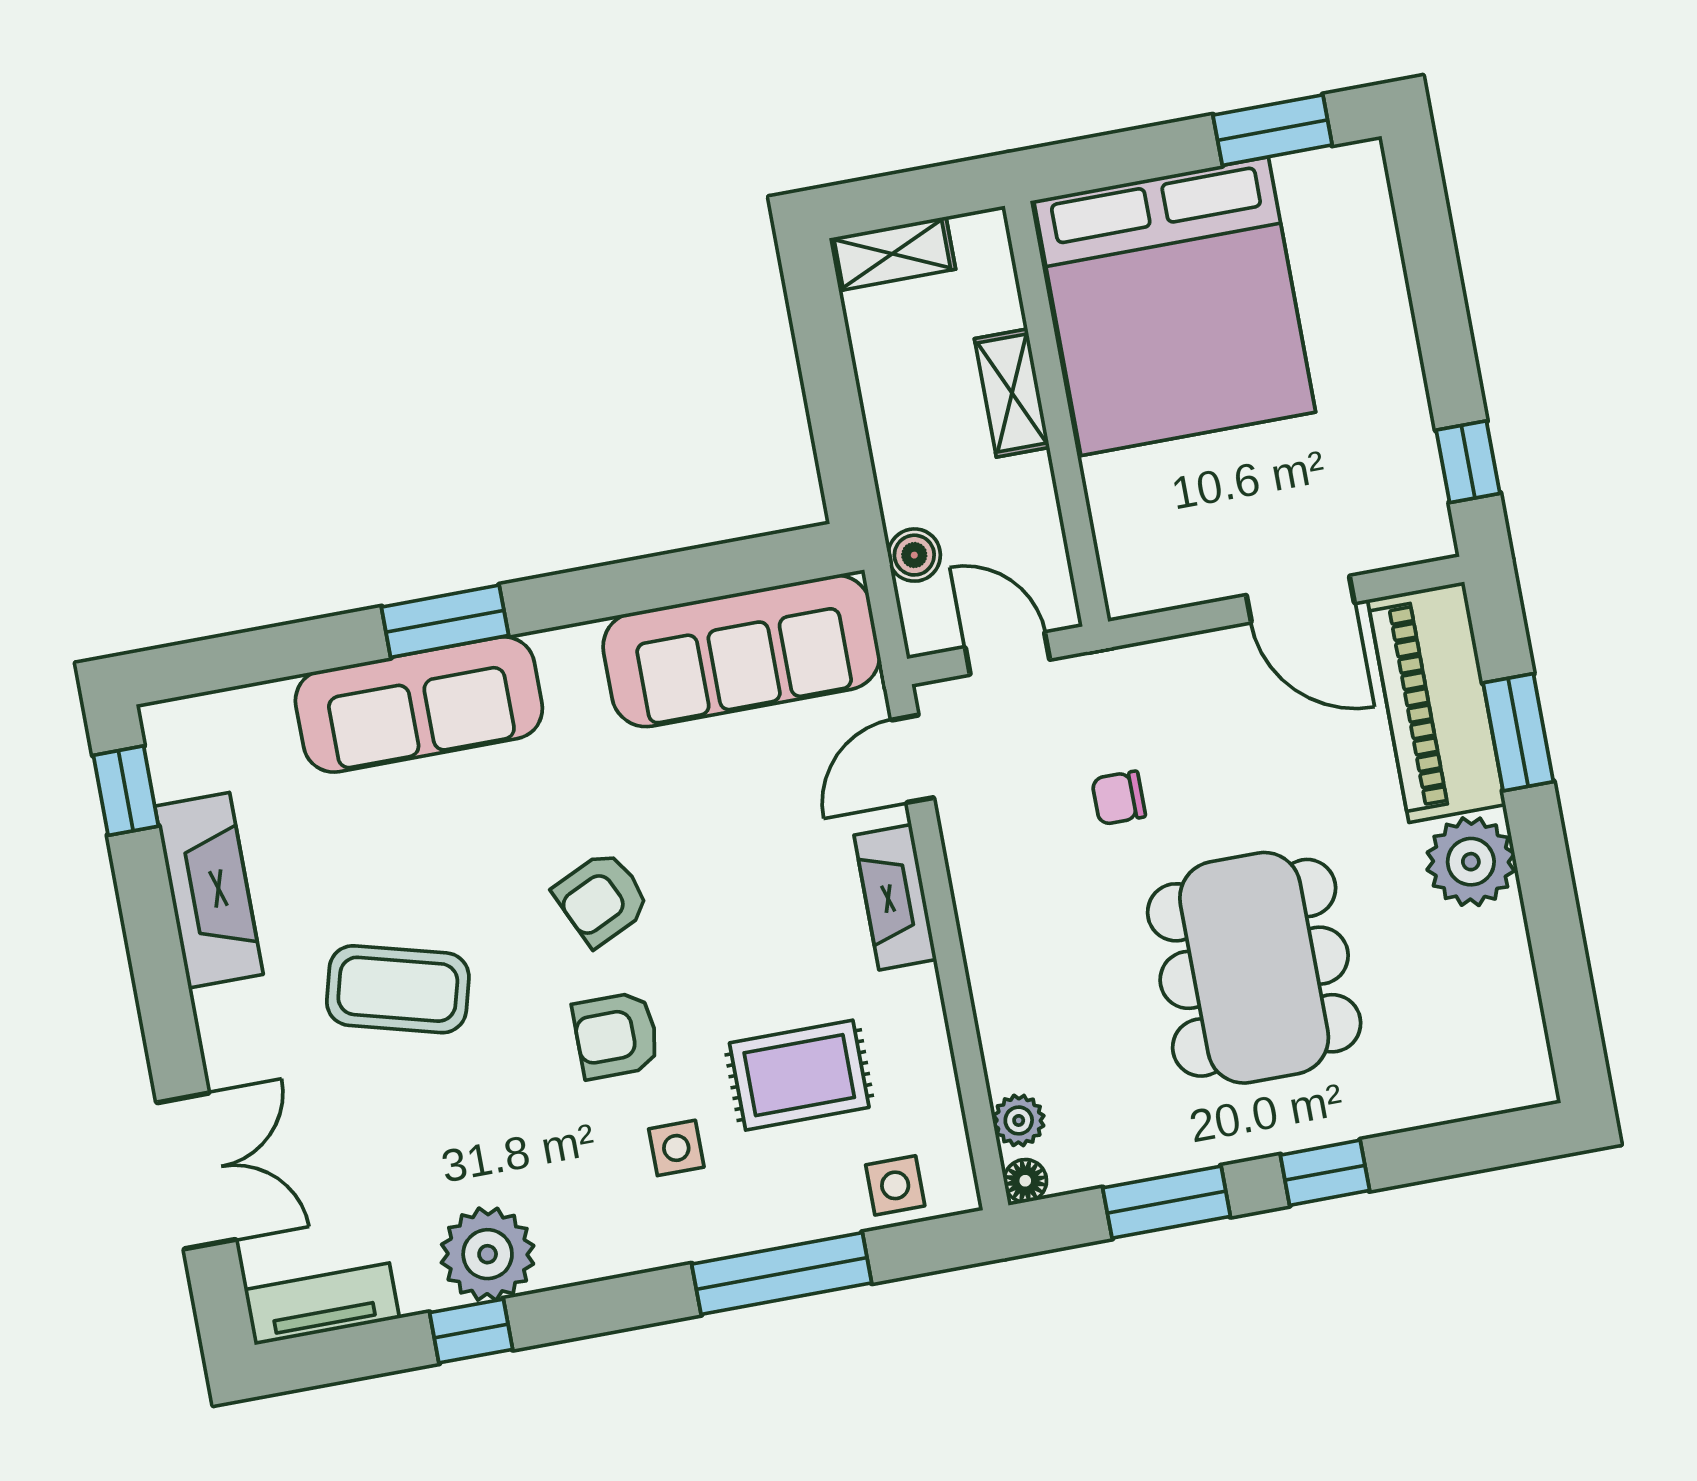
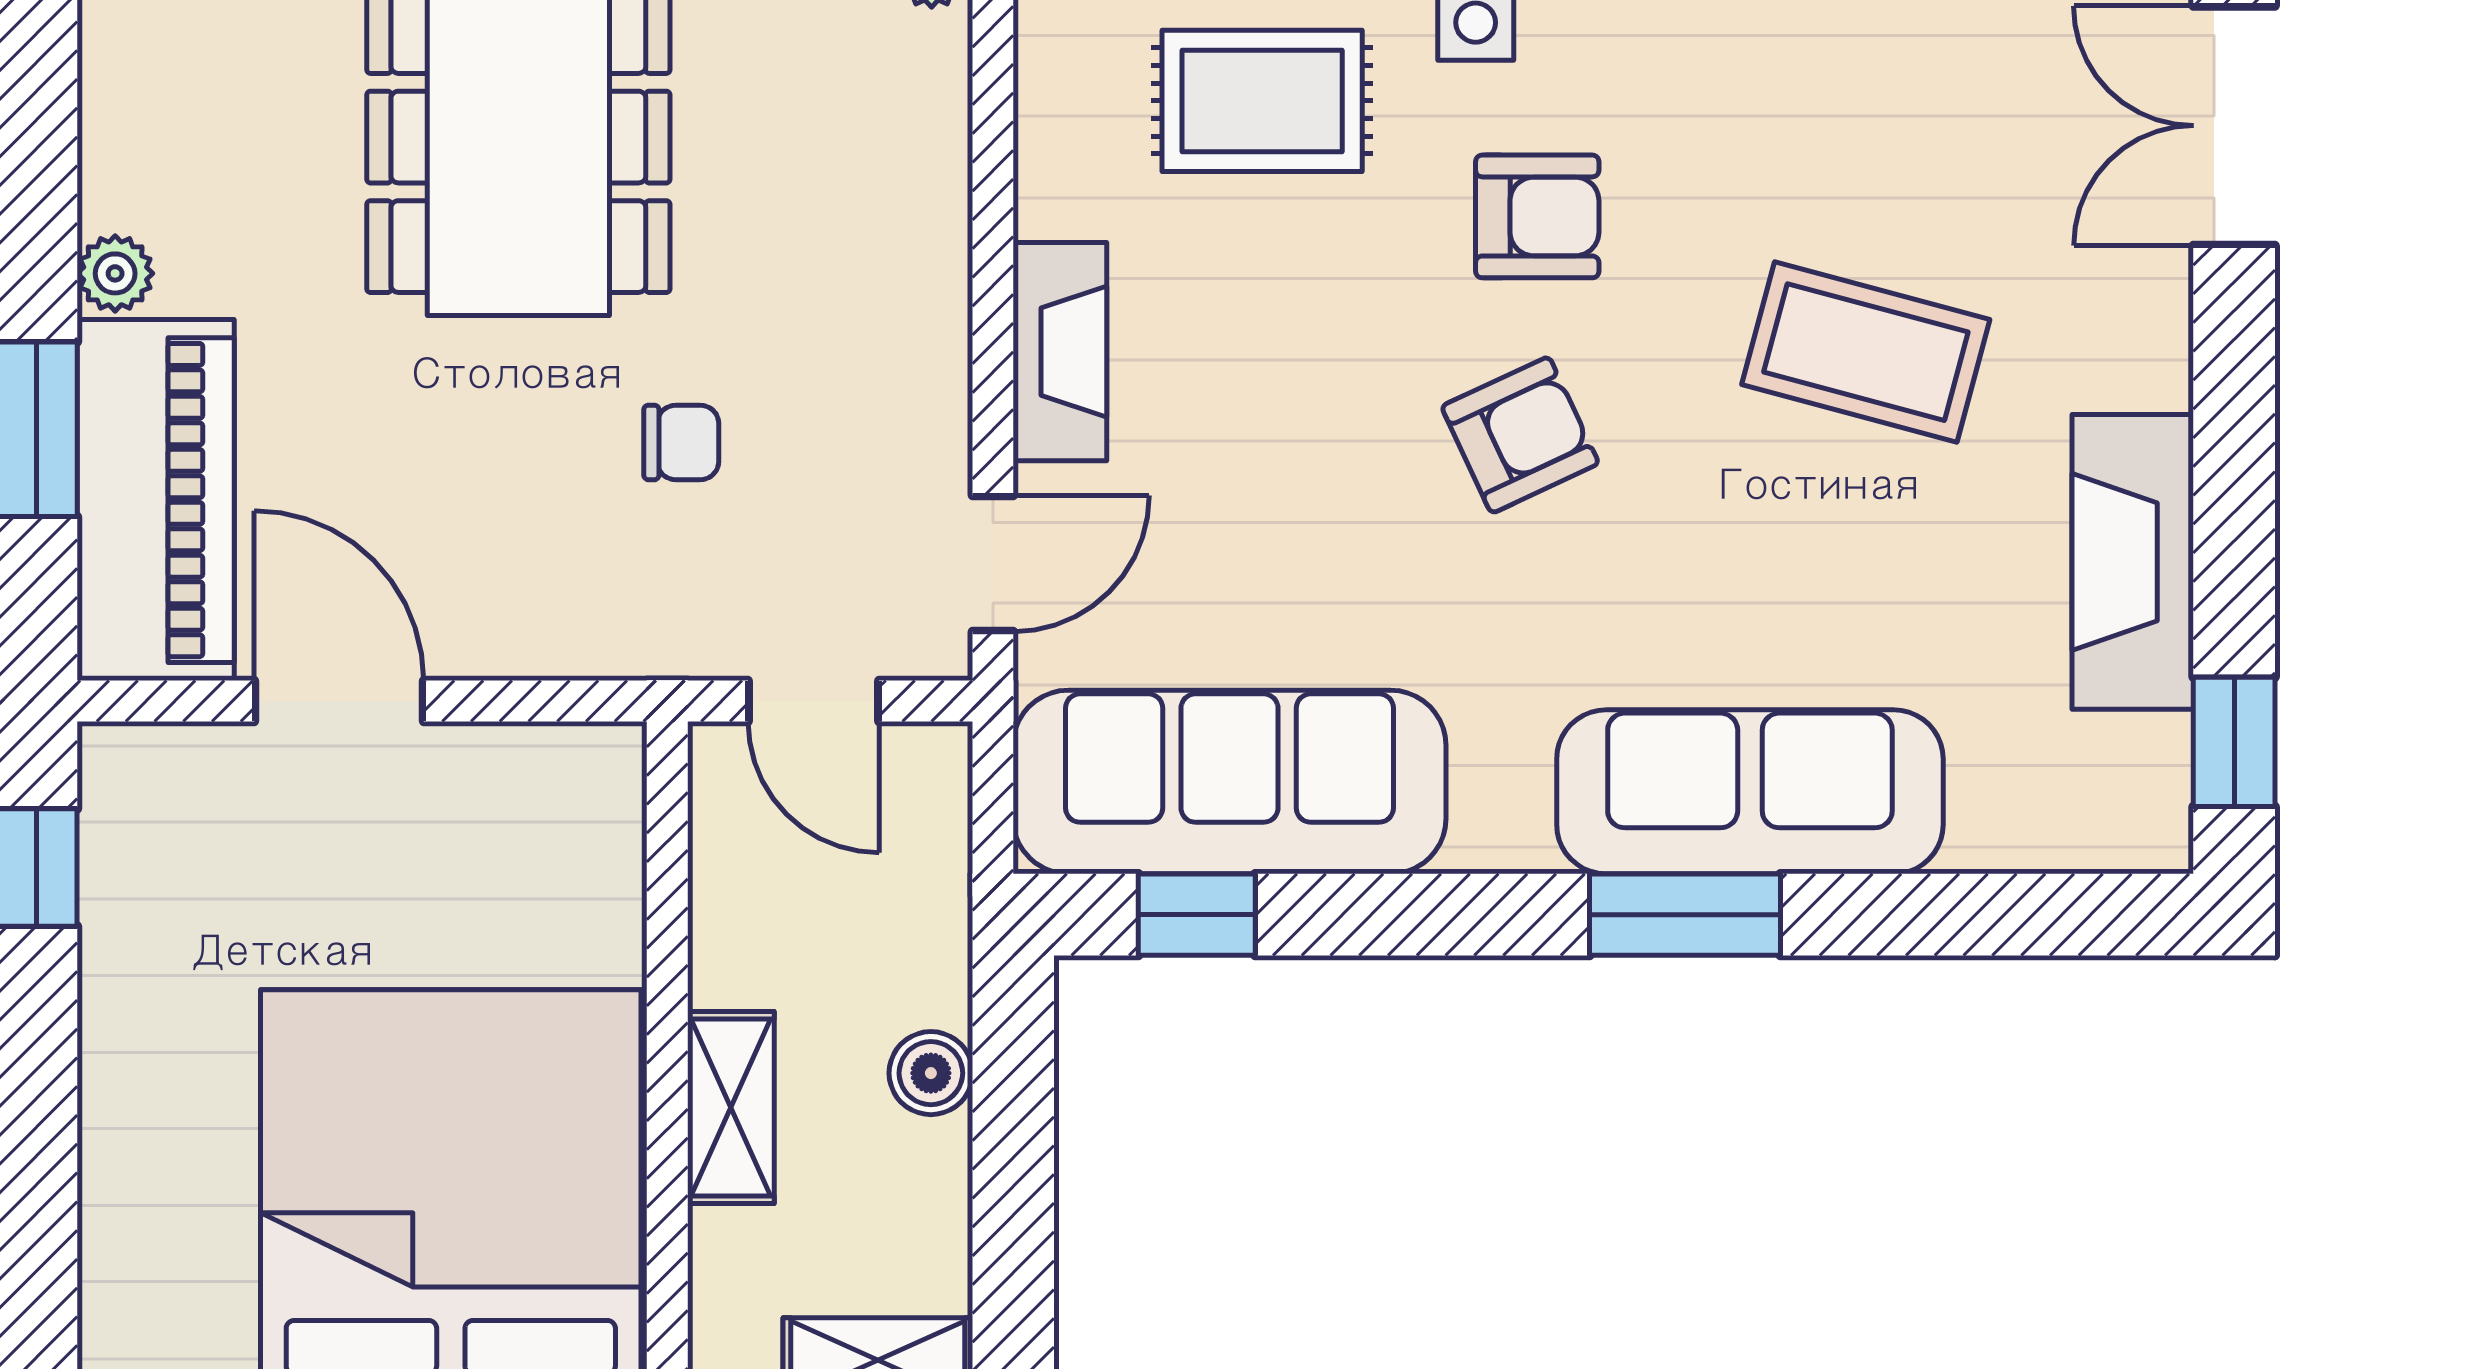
boiler: (914, 555) -> (931, 1073), moved
window: (746, 565) -> (1197, 915), added
plant: (1471, 862) -> (115, 273), width x0.53, depth x0.53

